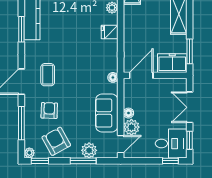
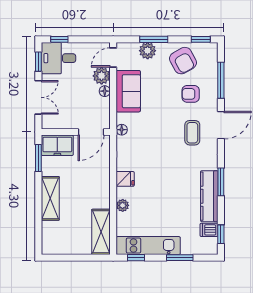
armchair: (49, 110) -> (191, 94), turned 88
plant: (29, 153) -> (212, 48), removed

